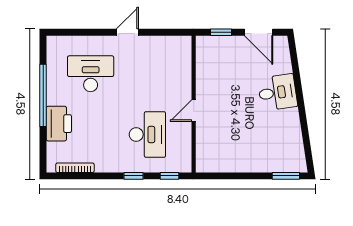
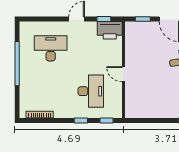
window: (166, 32) -> (104, 19), added
door: (194, 111) -> (123, 74), hinge flipped
printer: (59, 124) -> (110, 30), moved, turned 90

